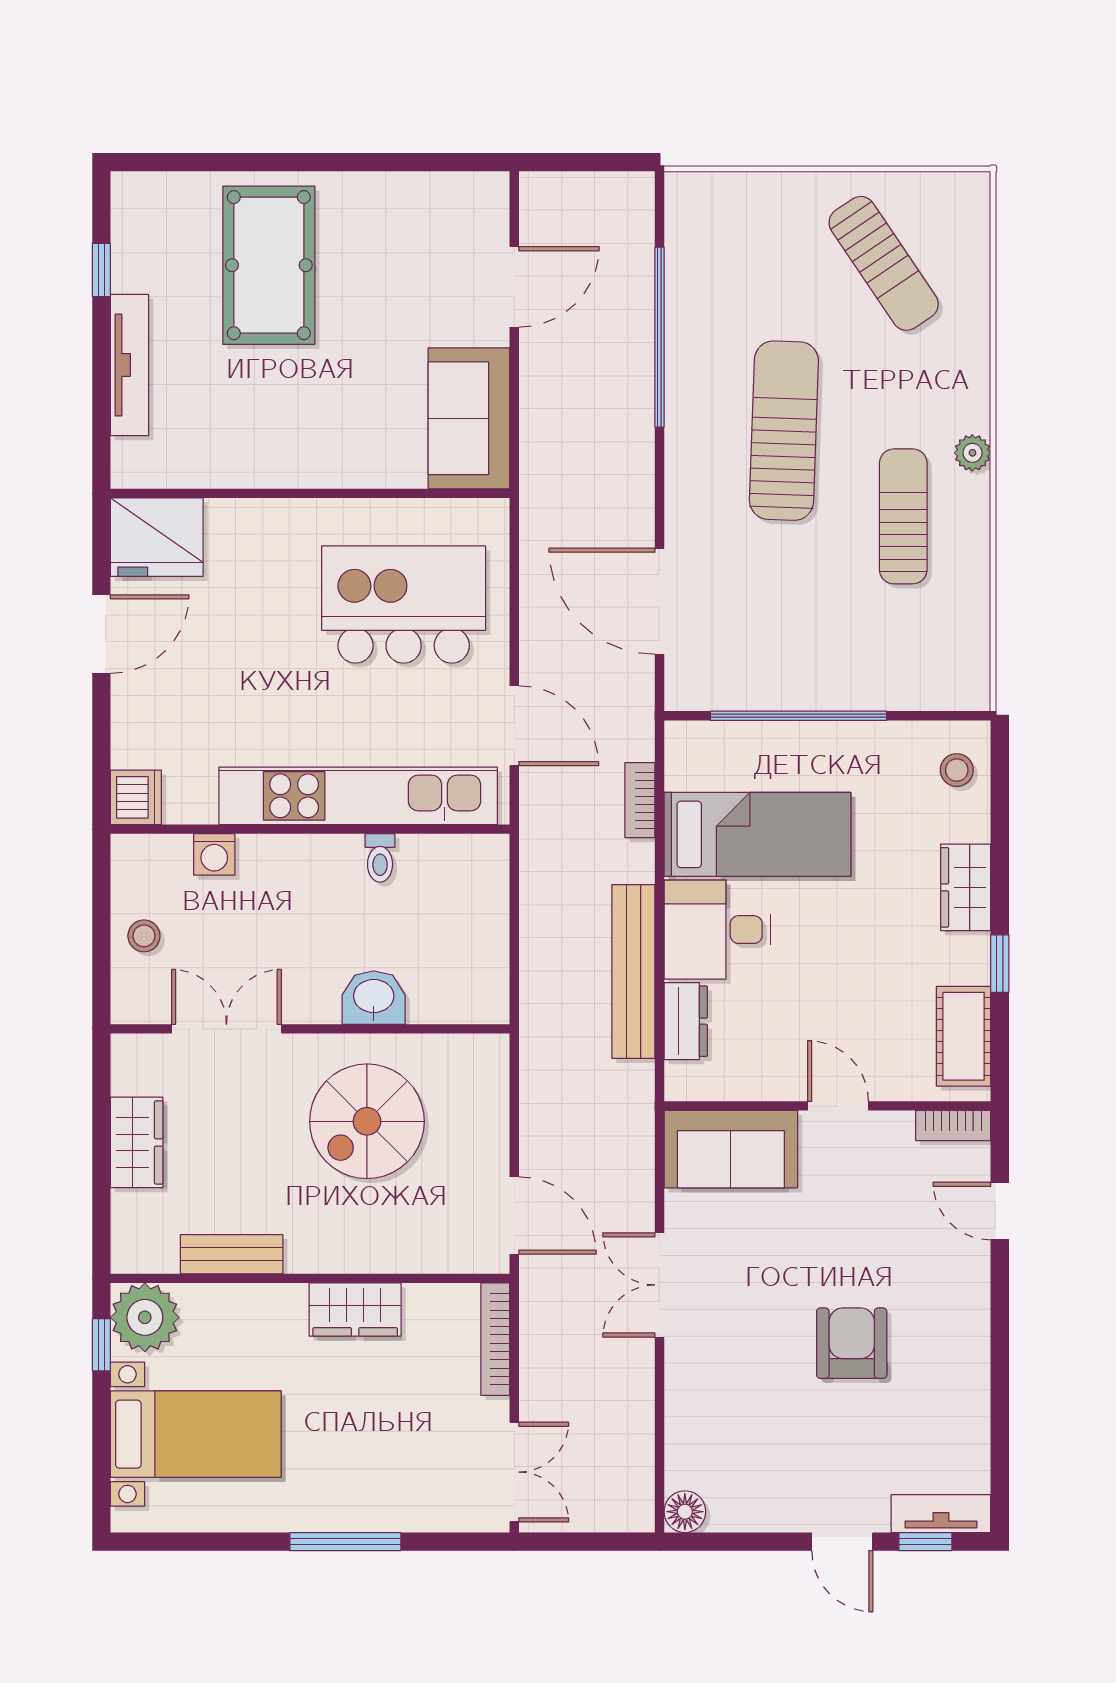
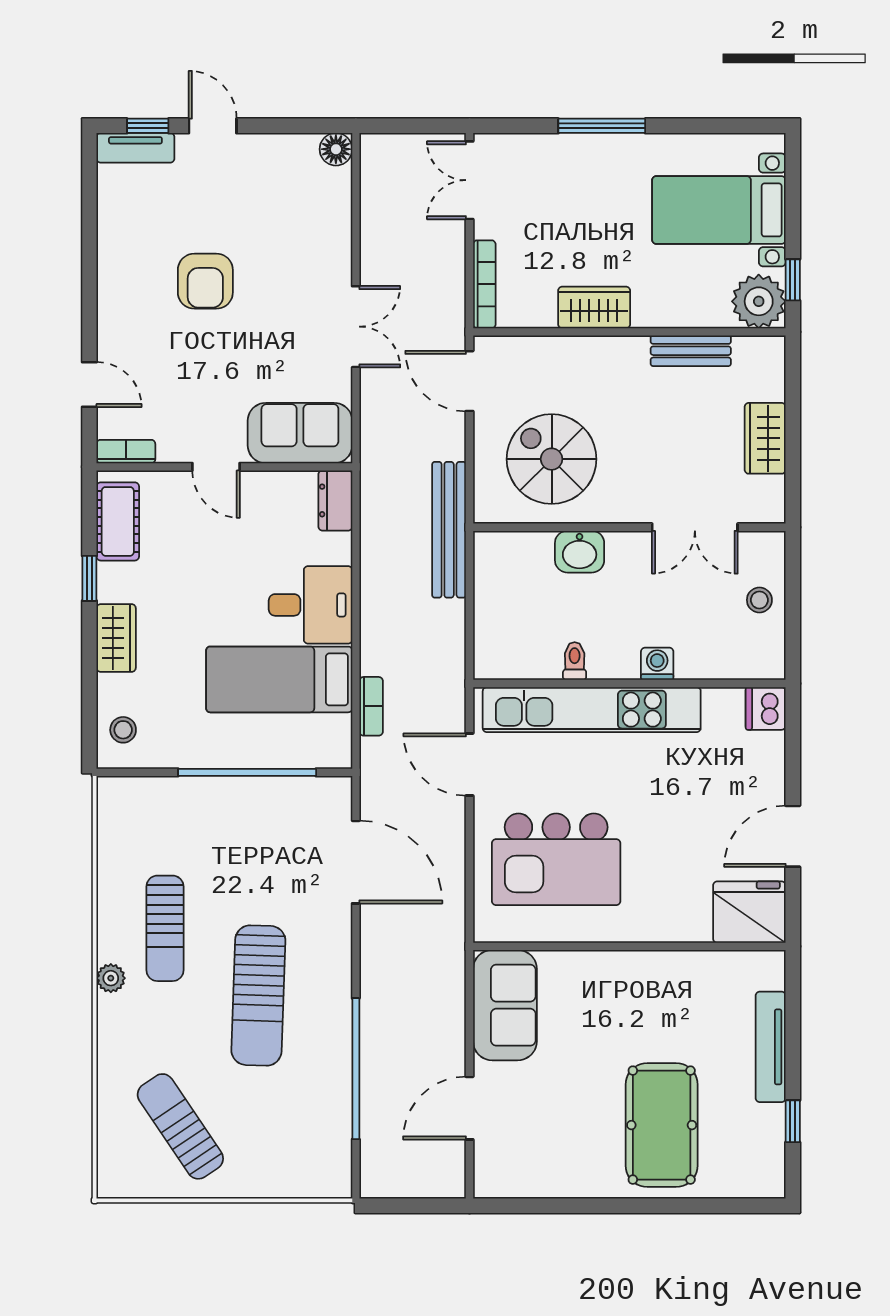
washing machine: (214, 854) -> (657, 664), moved
bench: (633, 972) -> (449, 530), moved
dresser: (686, 1021) -> (335, 500), moved
spiral stairs: (367, 1121) -> (552, 459), moved, turned -90

